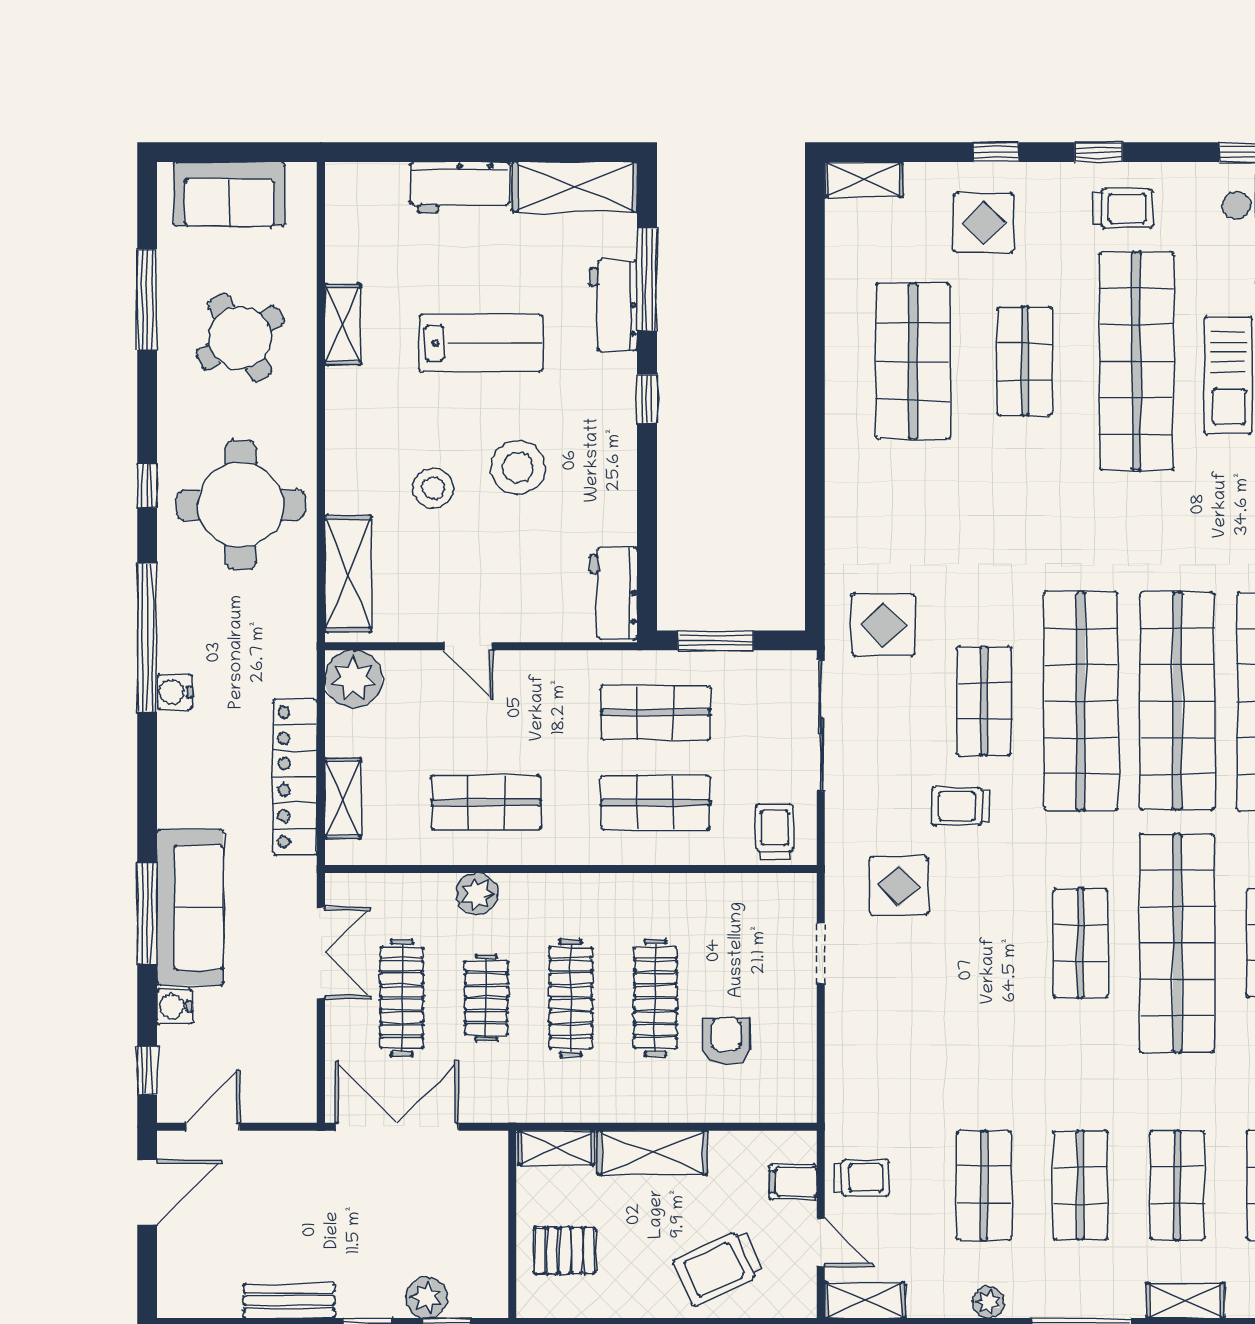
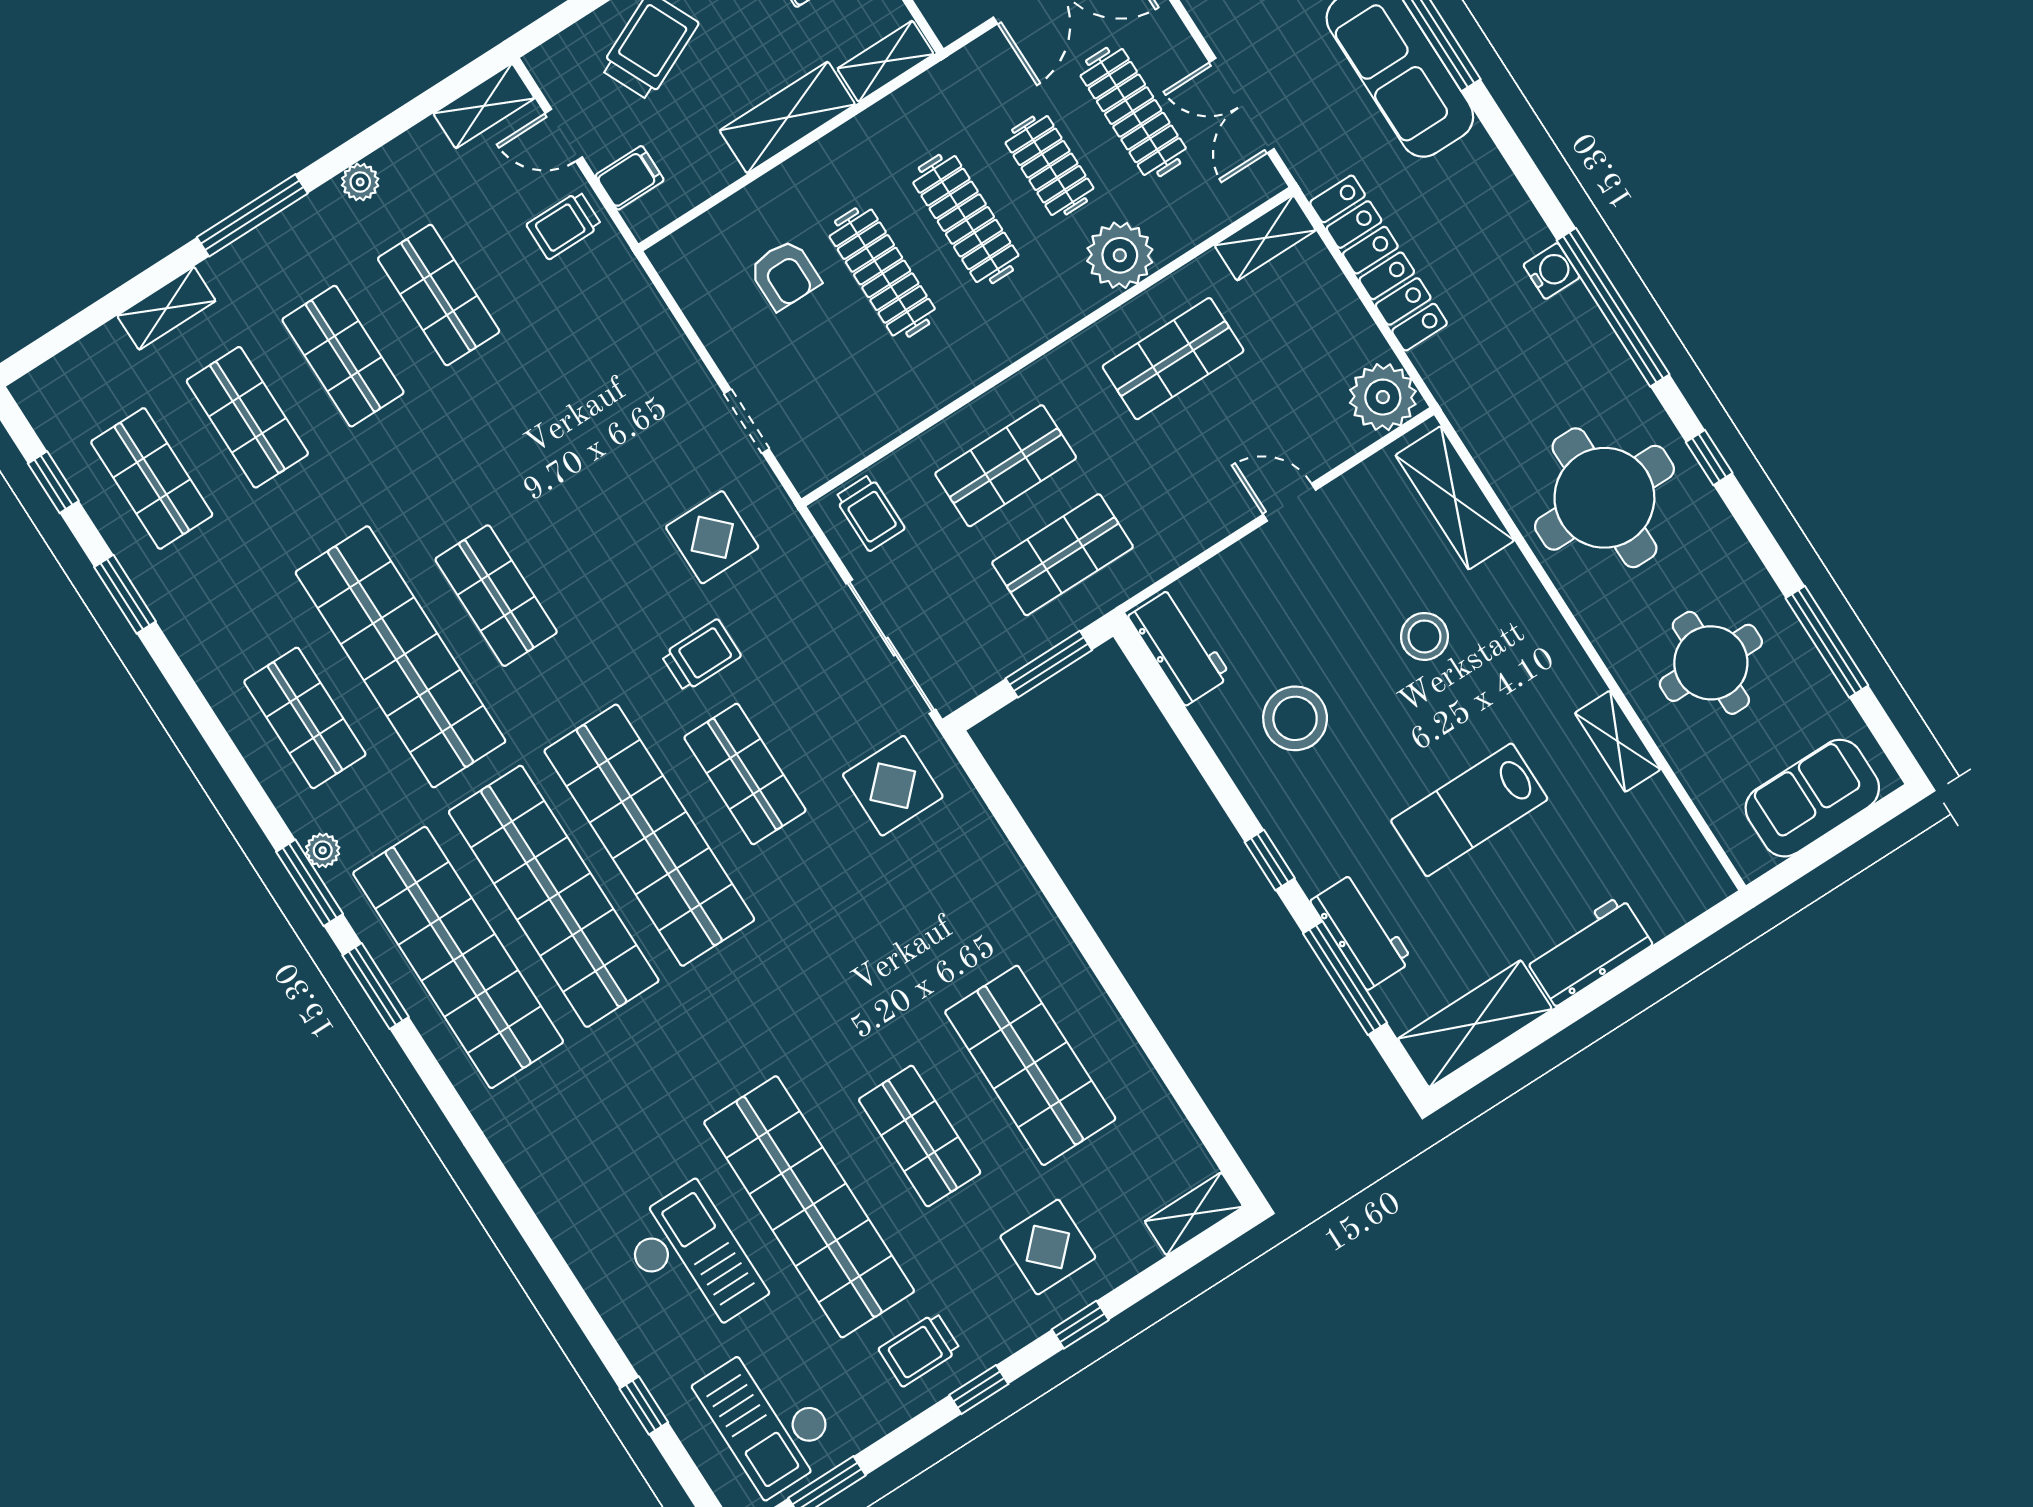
round table: (240, 338) -> (1711, 663), turned 31
stool: (518, 467) -> (1295, 718), moved
shelving: (343, 799) -> (1265, 238), moved, turned 90
plant: (477, 894) -> (1120, 255), width x1.36, depth x1.36

